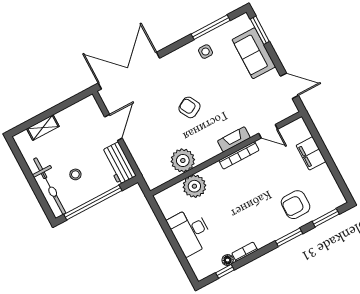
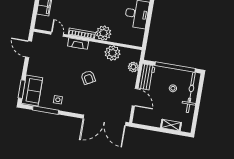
sofa: (254, 53) -> (32, 91), moved
door: (113, 128) -> (135, 97), swing flipped
plant: (144, 163) -> (133, 67), added
plant: (194, 186) -> (104, 33), moved

